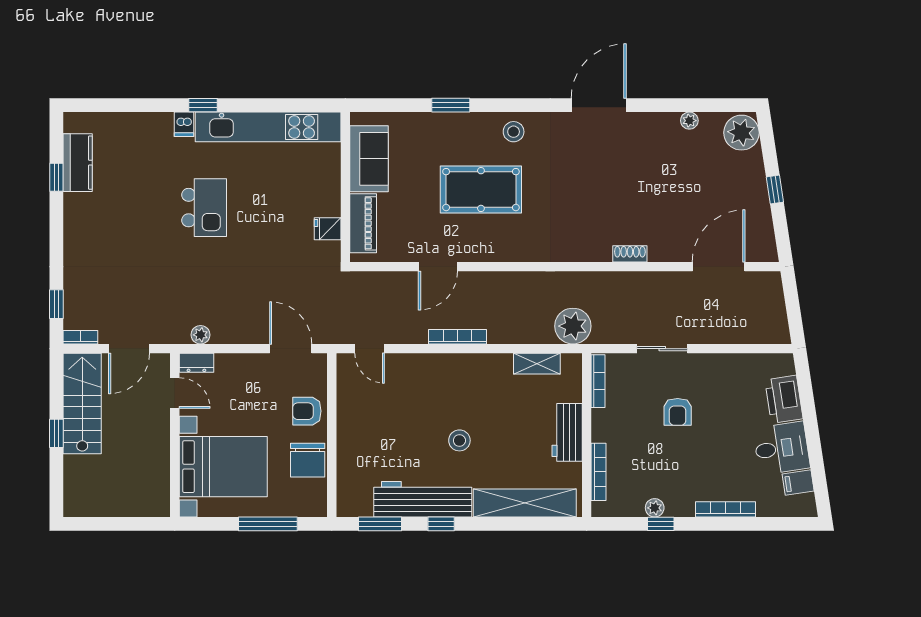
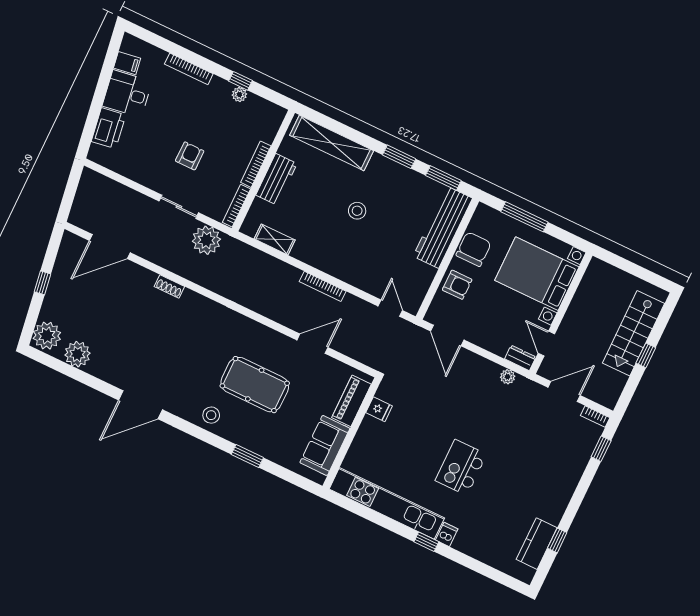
plant: (689, 121) -> (77, 354), width x1.88, depth x1.88
plant: (573, 326) -> (206, 240), moved
stairs: (82, 404) -> (633, 333), moved
bookcase: (599, 472) -> (256, 164), moved
workbench: (423, 499) -> (443, 227), moved, turned 90
window: (441, 524) -> (399, 157), width x1.50

